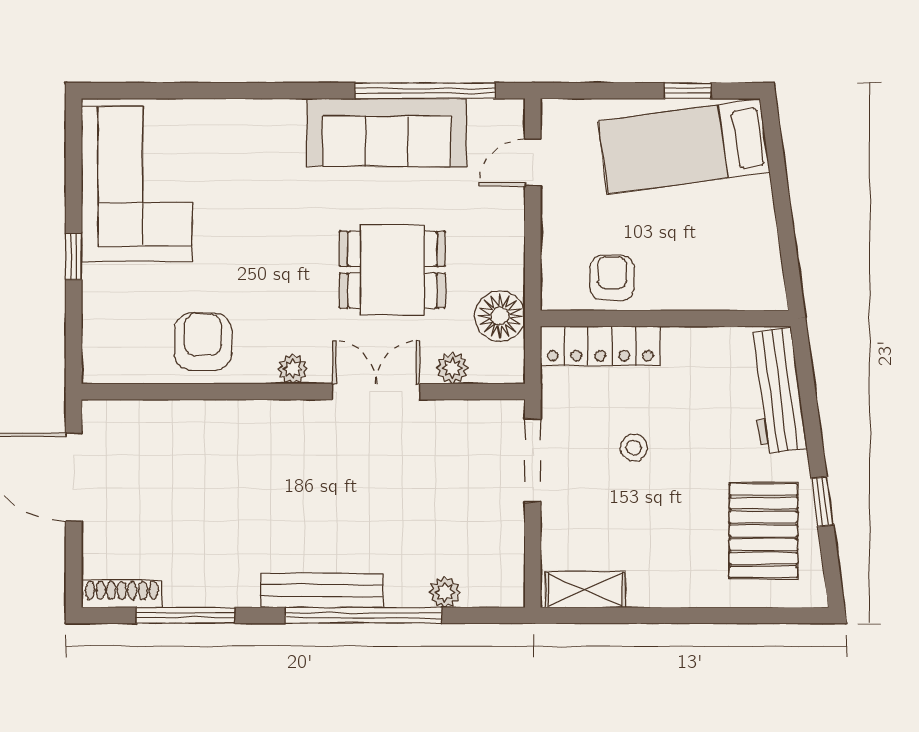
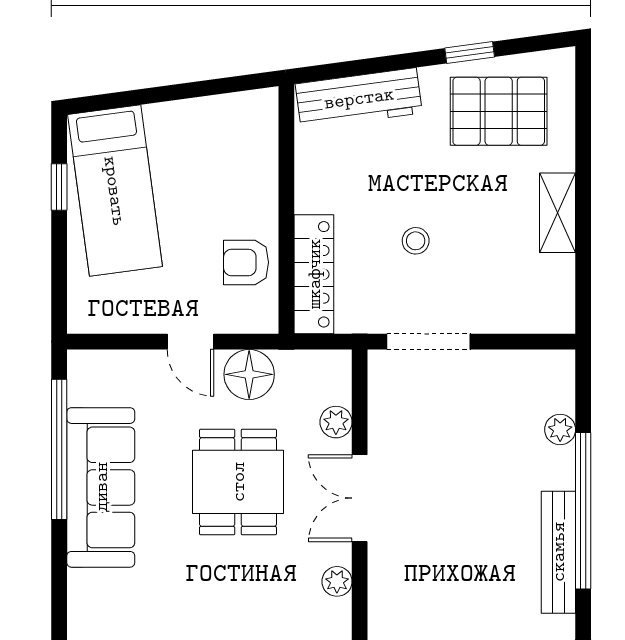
door: (533, 162) -> (190, 342), moved
floor lamp: (500, 316) -> (249, 374), moved
shelving: (585, 590) -> (558, 213), moved

